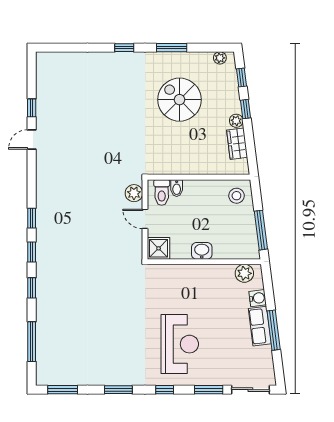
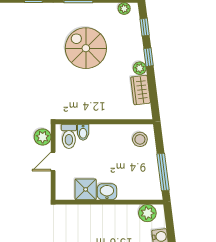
door: (145, 219) -> (53, 161), hinge flipped
shower: (159, 248) -> (86, 189), moved

